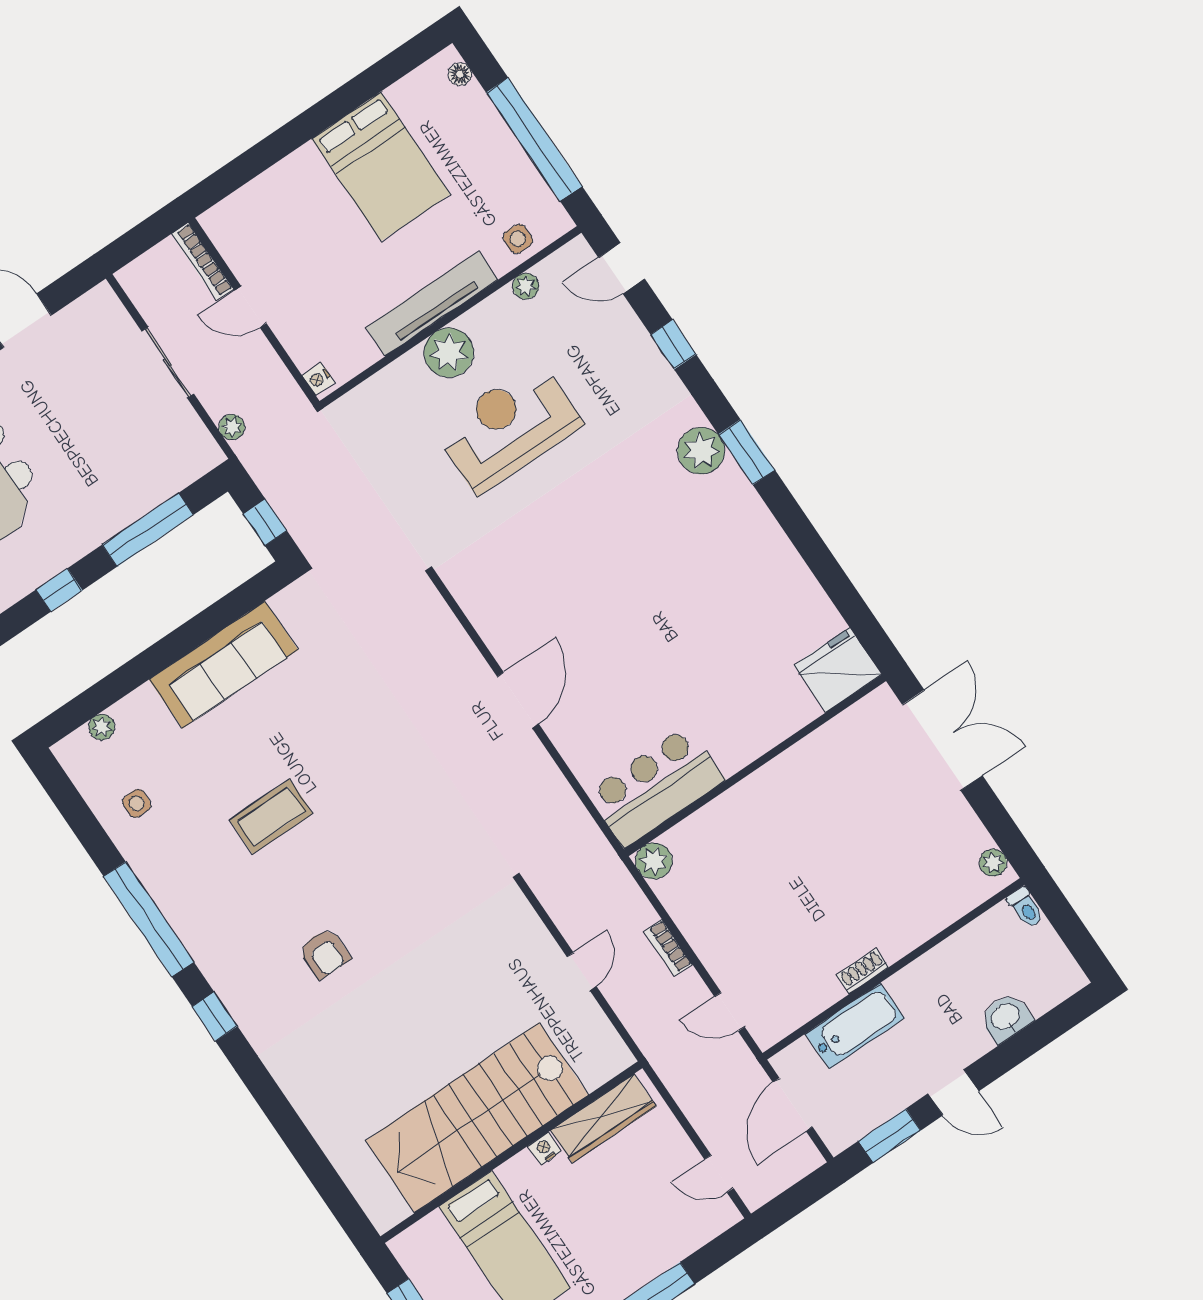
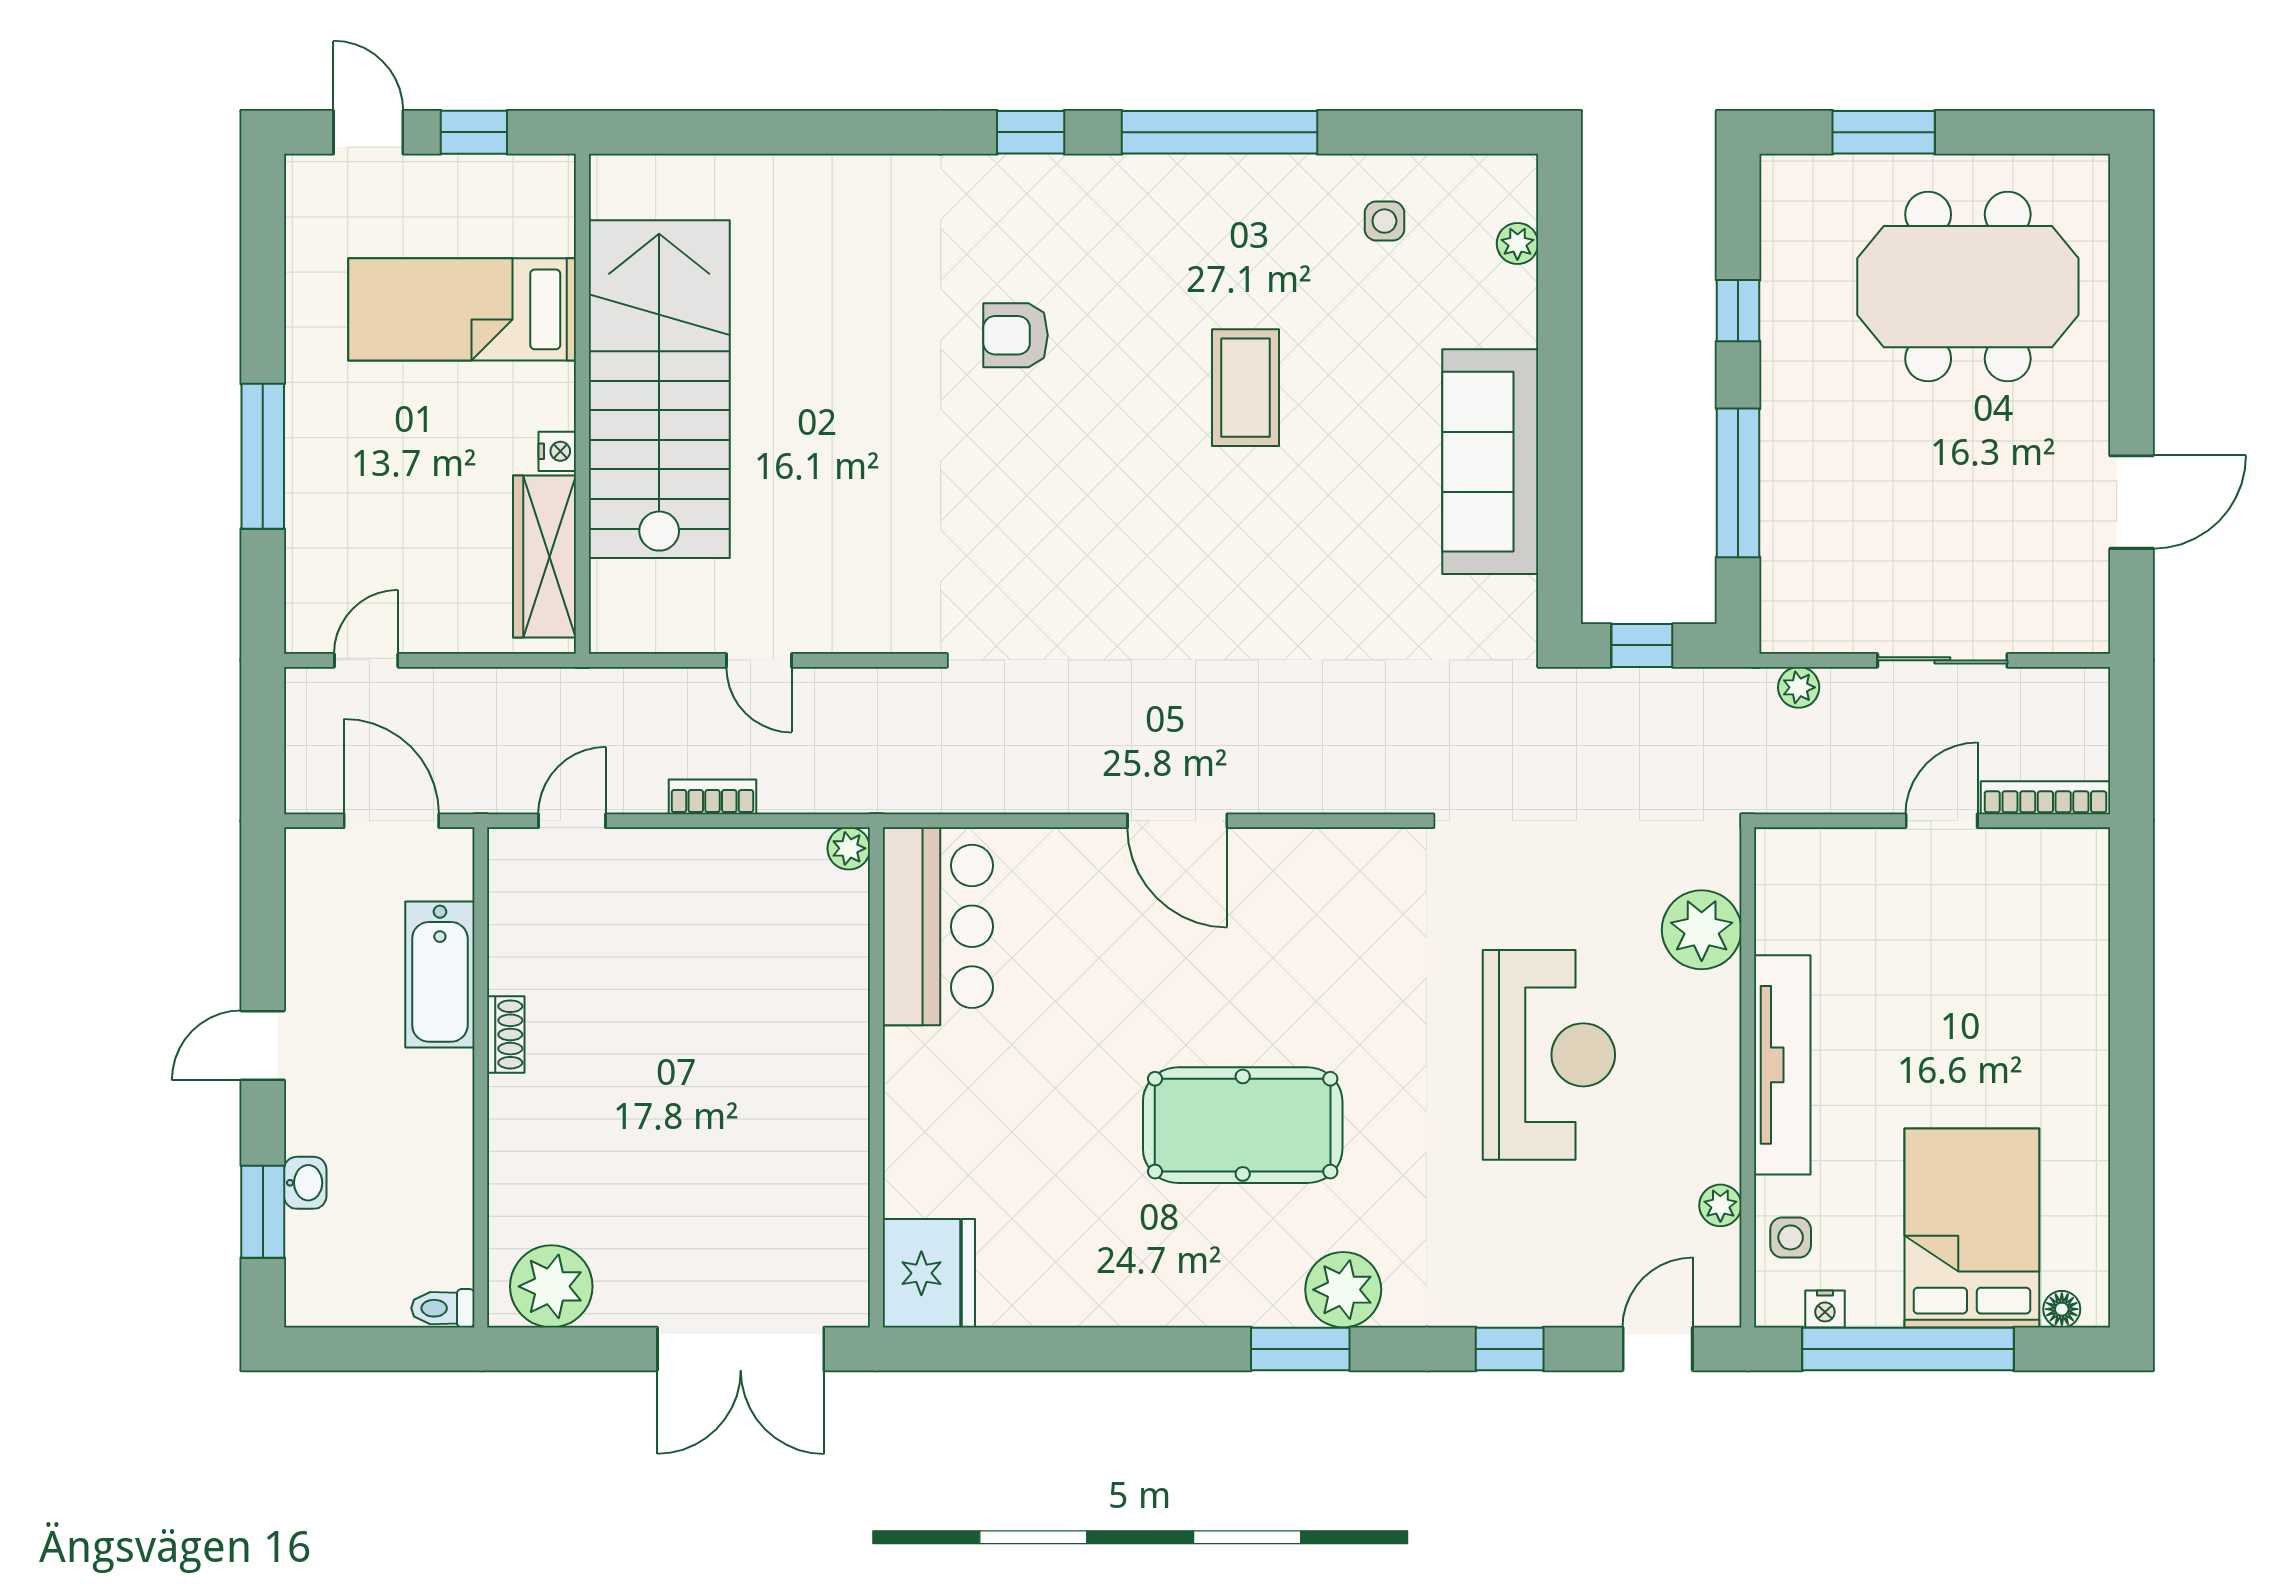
bed: (381, 166) -> (1972, 1228), moved, turned 90
plant: (449, 353) -> (1702, 930), moved
nightstand: (318, 379) -> (1825, 1309), moved, turned 180
pool table: (652, 560) -> (1243, 1125), added
plant: (654, 861) -> (849, 848), width x0.73, depth x0.73
plant: (993, 863) -> (551, 1286), width x1.87, depth x1.87
washbasin: (1006, 1018) -> (305, 1183), width x0.72, depth x0.69
window: (890, 1136) -> (263, 1212), moved

